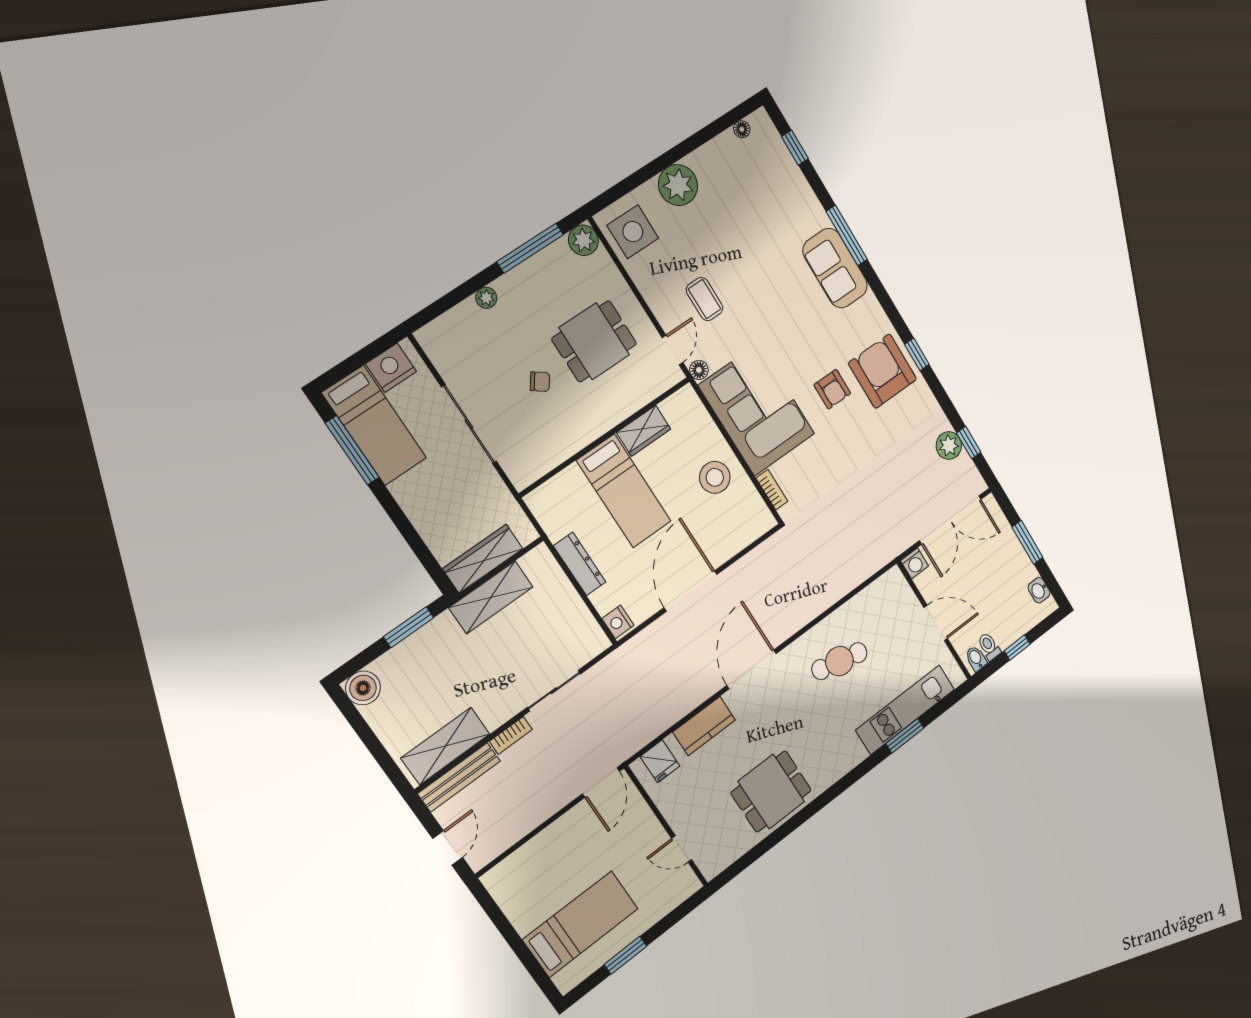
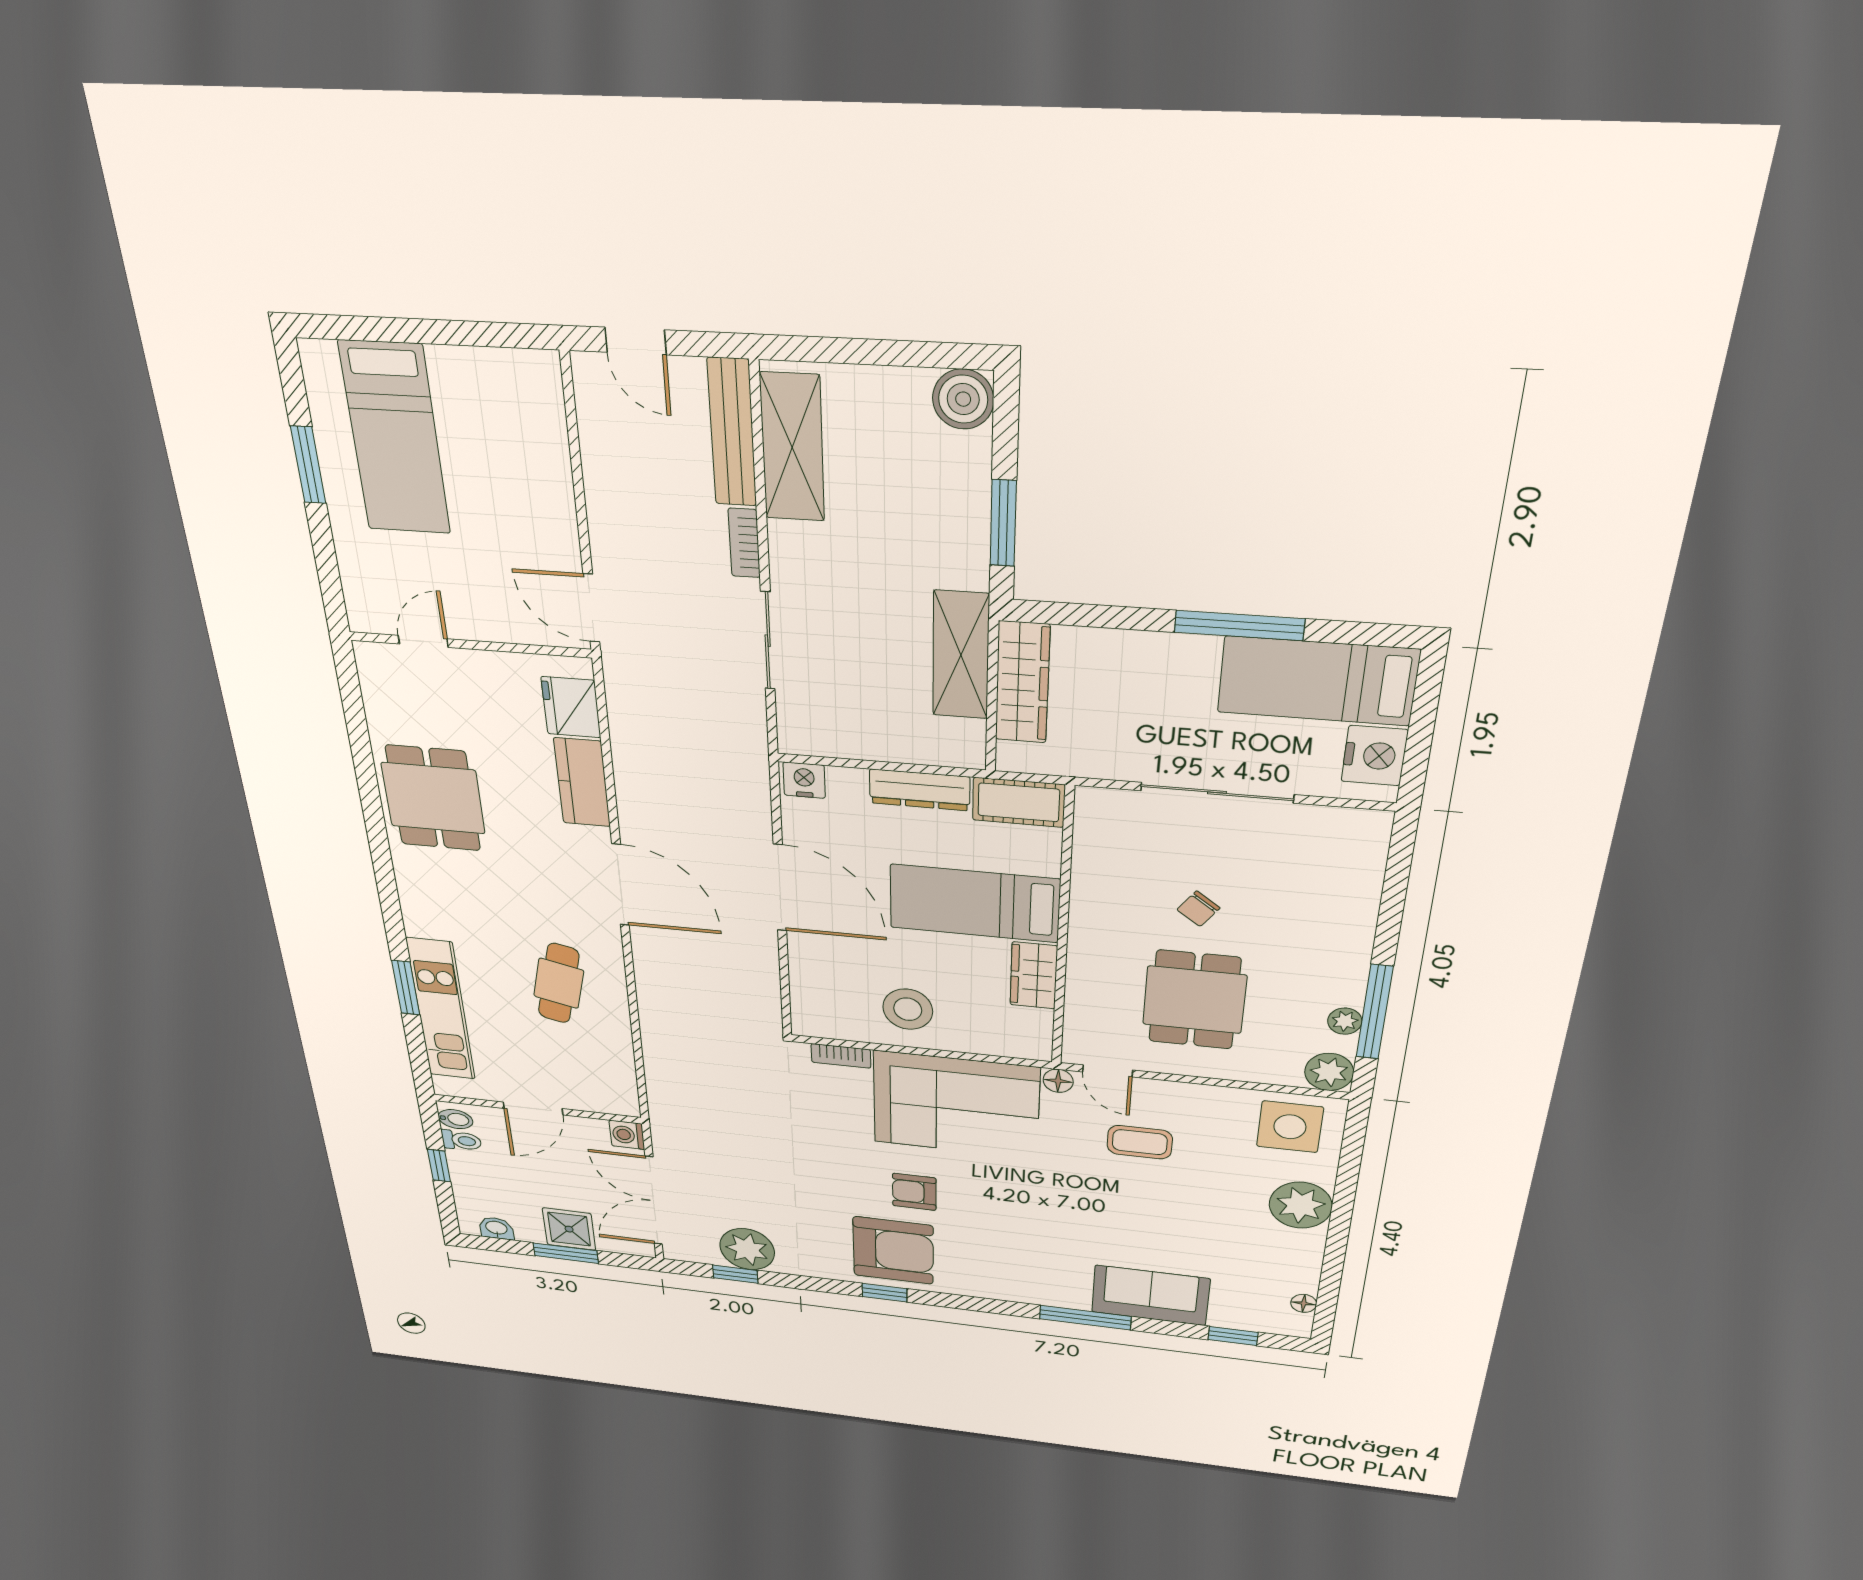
sofa: (835, 268) -> (1150, 1295), moved
plant: (486, 298) -> (1345, 1021), moved
plant: (949, 446) -> (747, 1249), width x1.36, depth x1.36
window: (352, 450) -> (1239, 625), moved
cot: (549, 512) -> (1019, 802), added
shower: (1008, 551) -> (569, 1229), added
fridge: (660, 761) -> (571, 707), width x1.38

